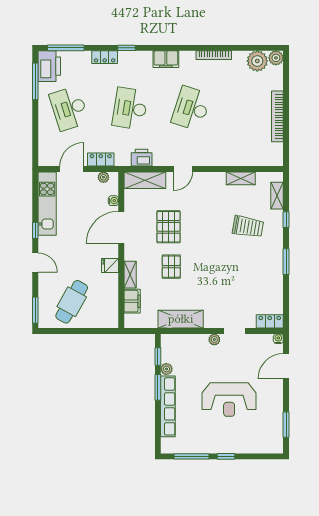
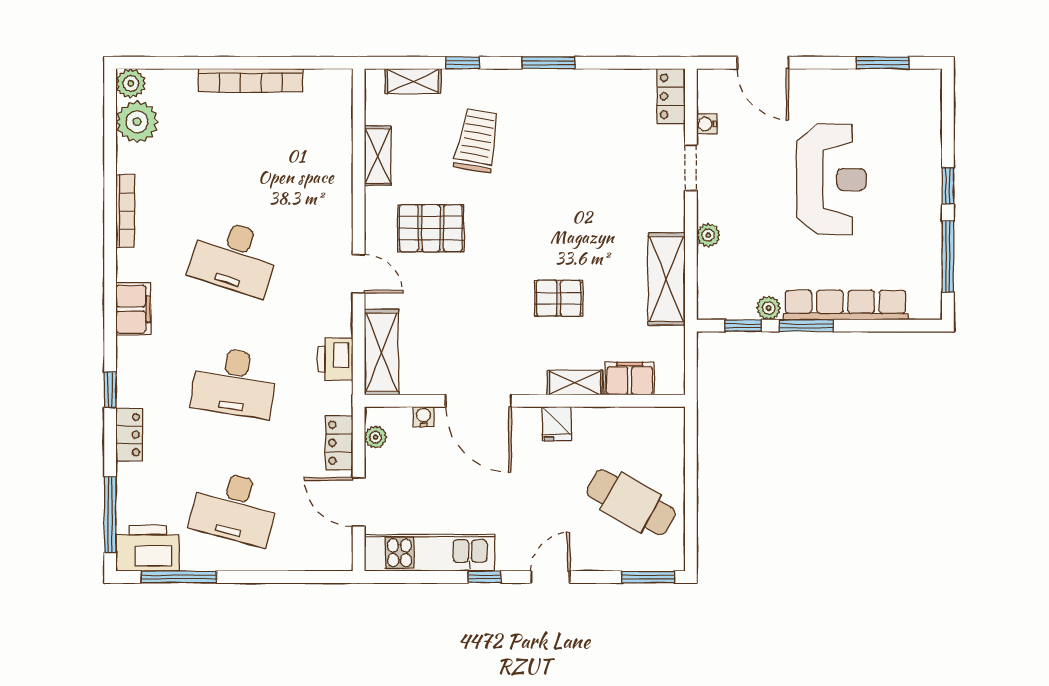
desk: (69, 108) -> (234, 508), turned 33
pallet: (169, 227) -> (431, 228), moved
water cooler: (278, 339) -> (707, 124), moved
plant: (214, 340) -> (708, 235), moved

